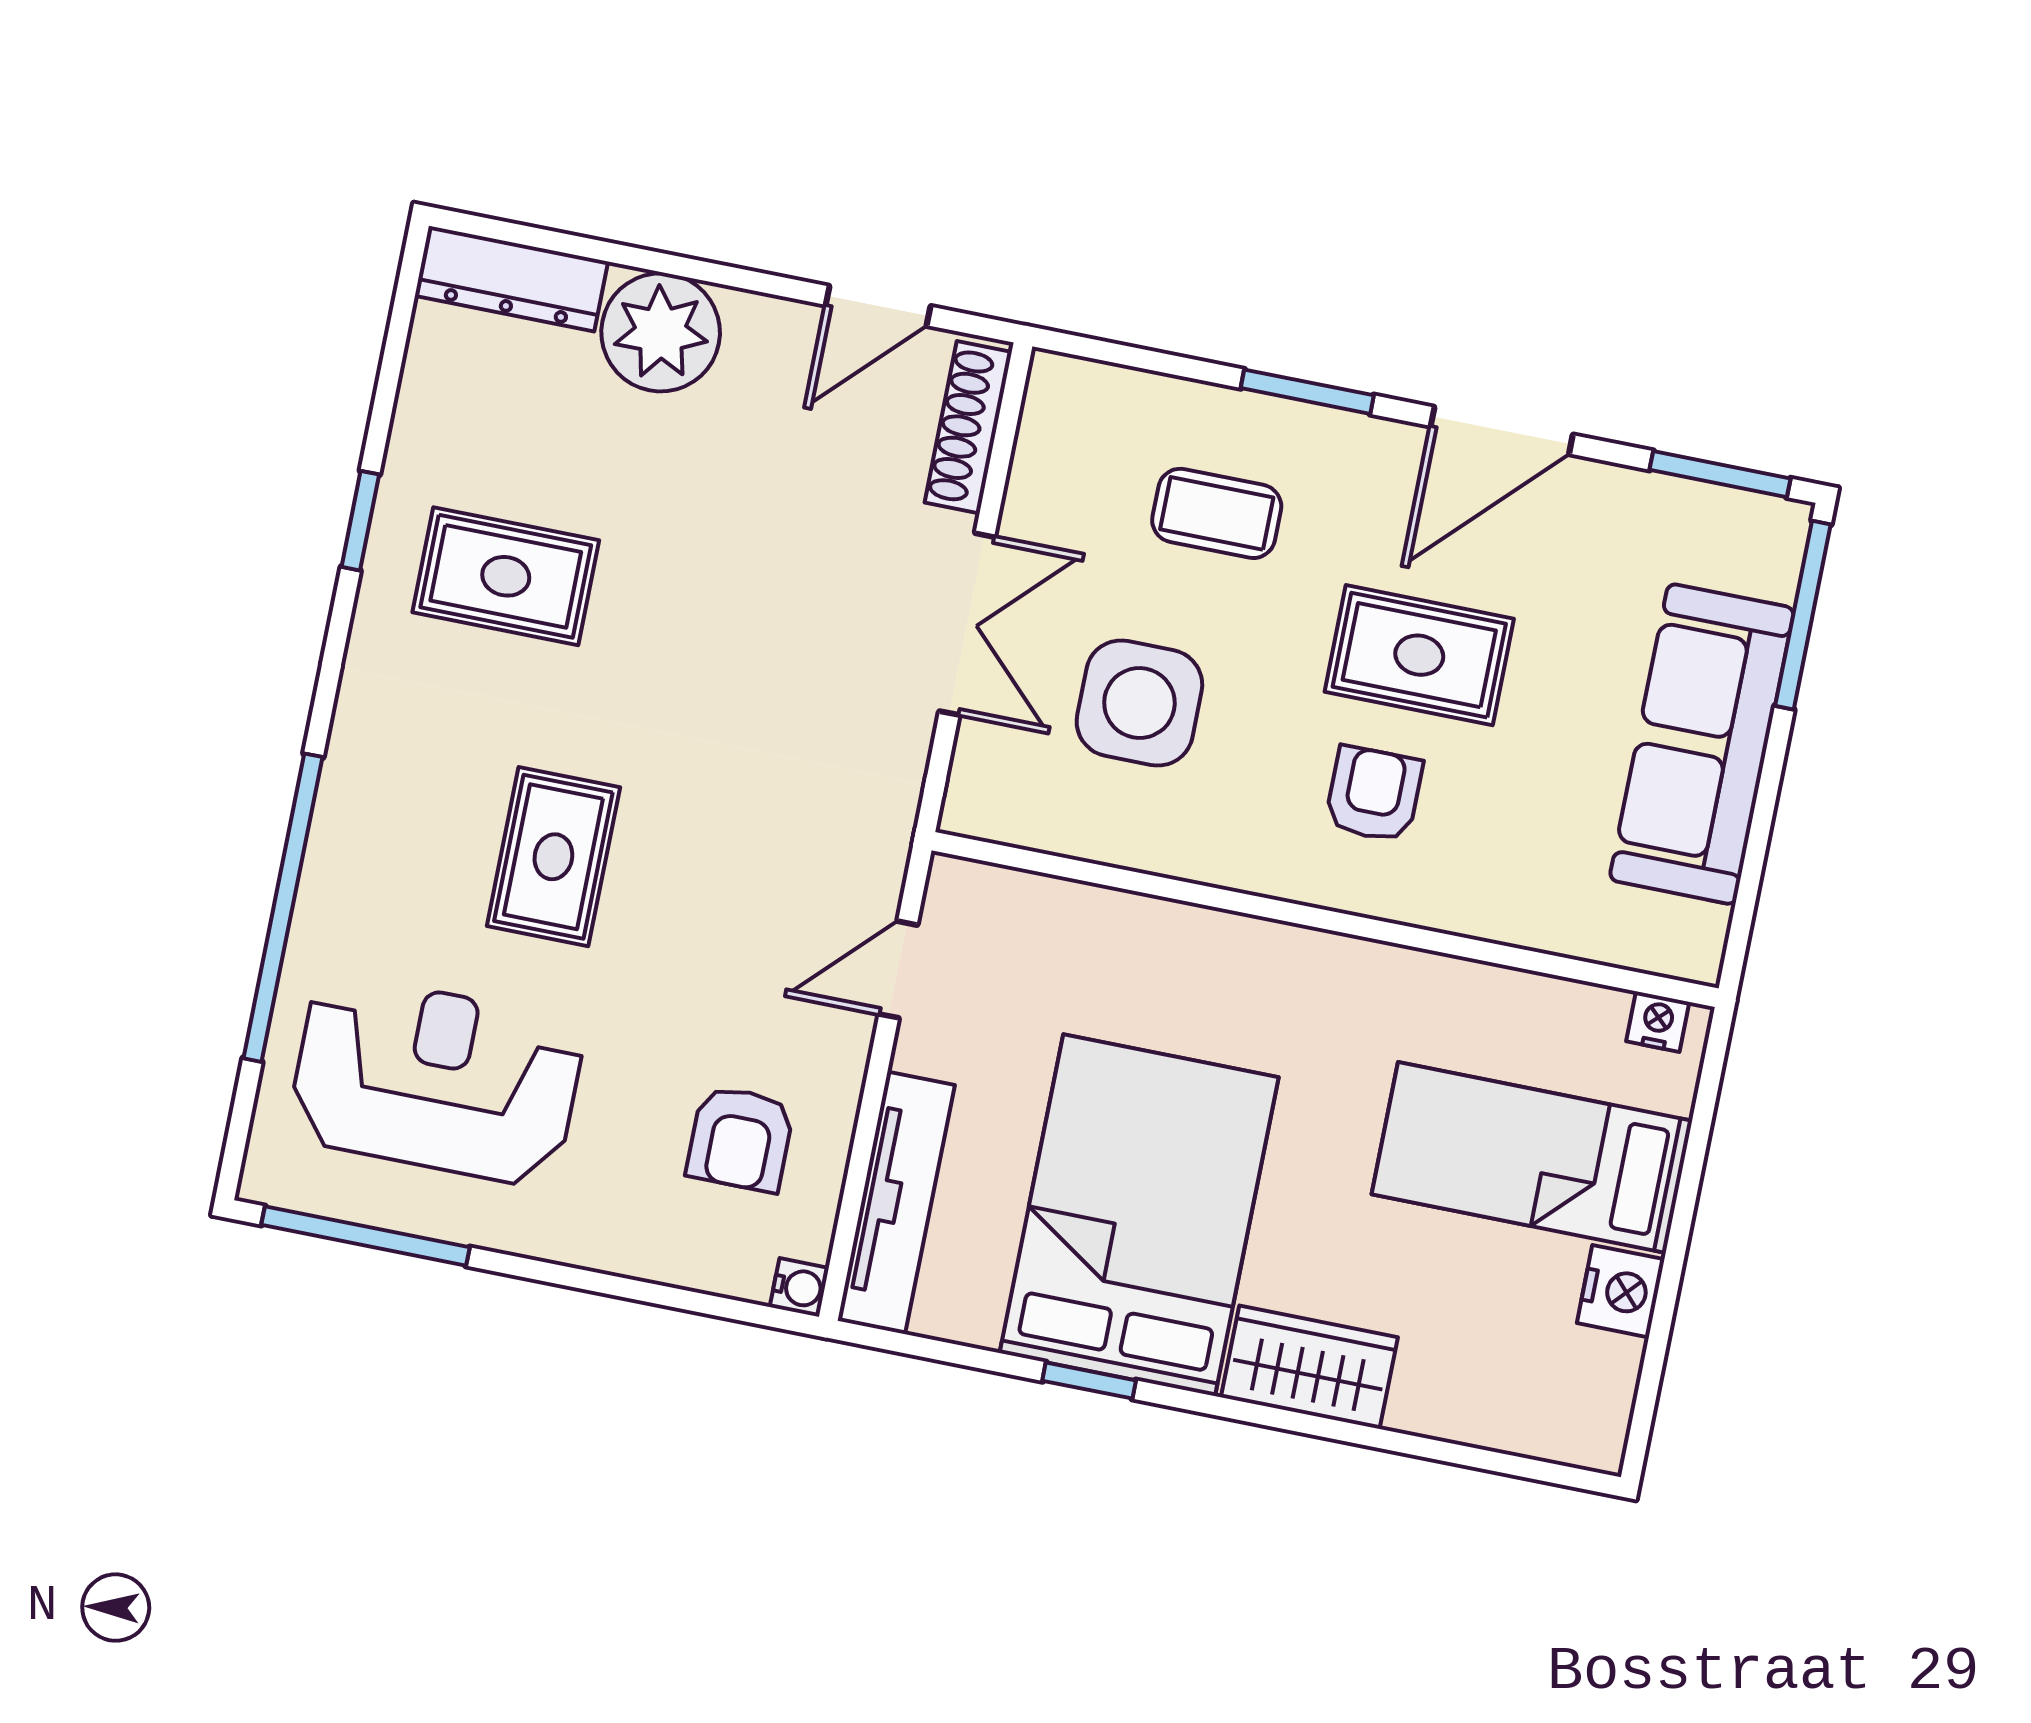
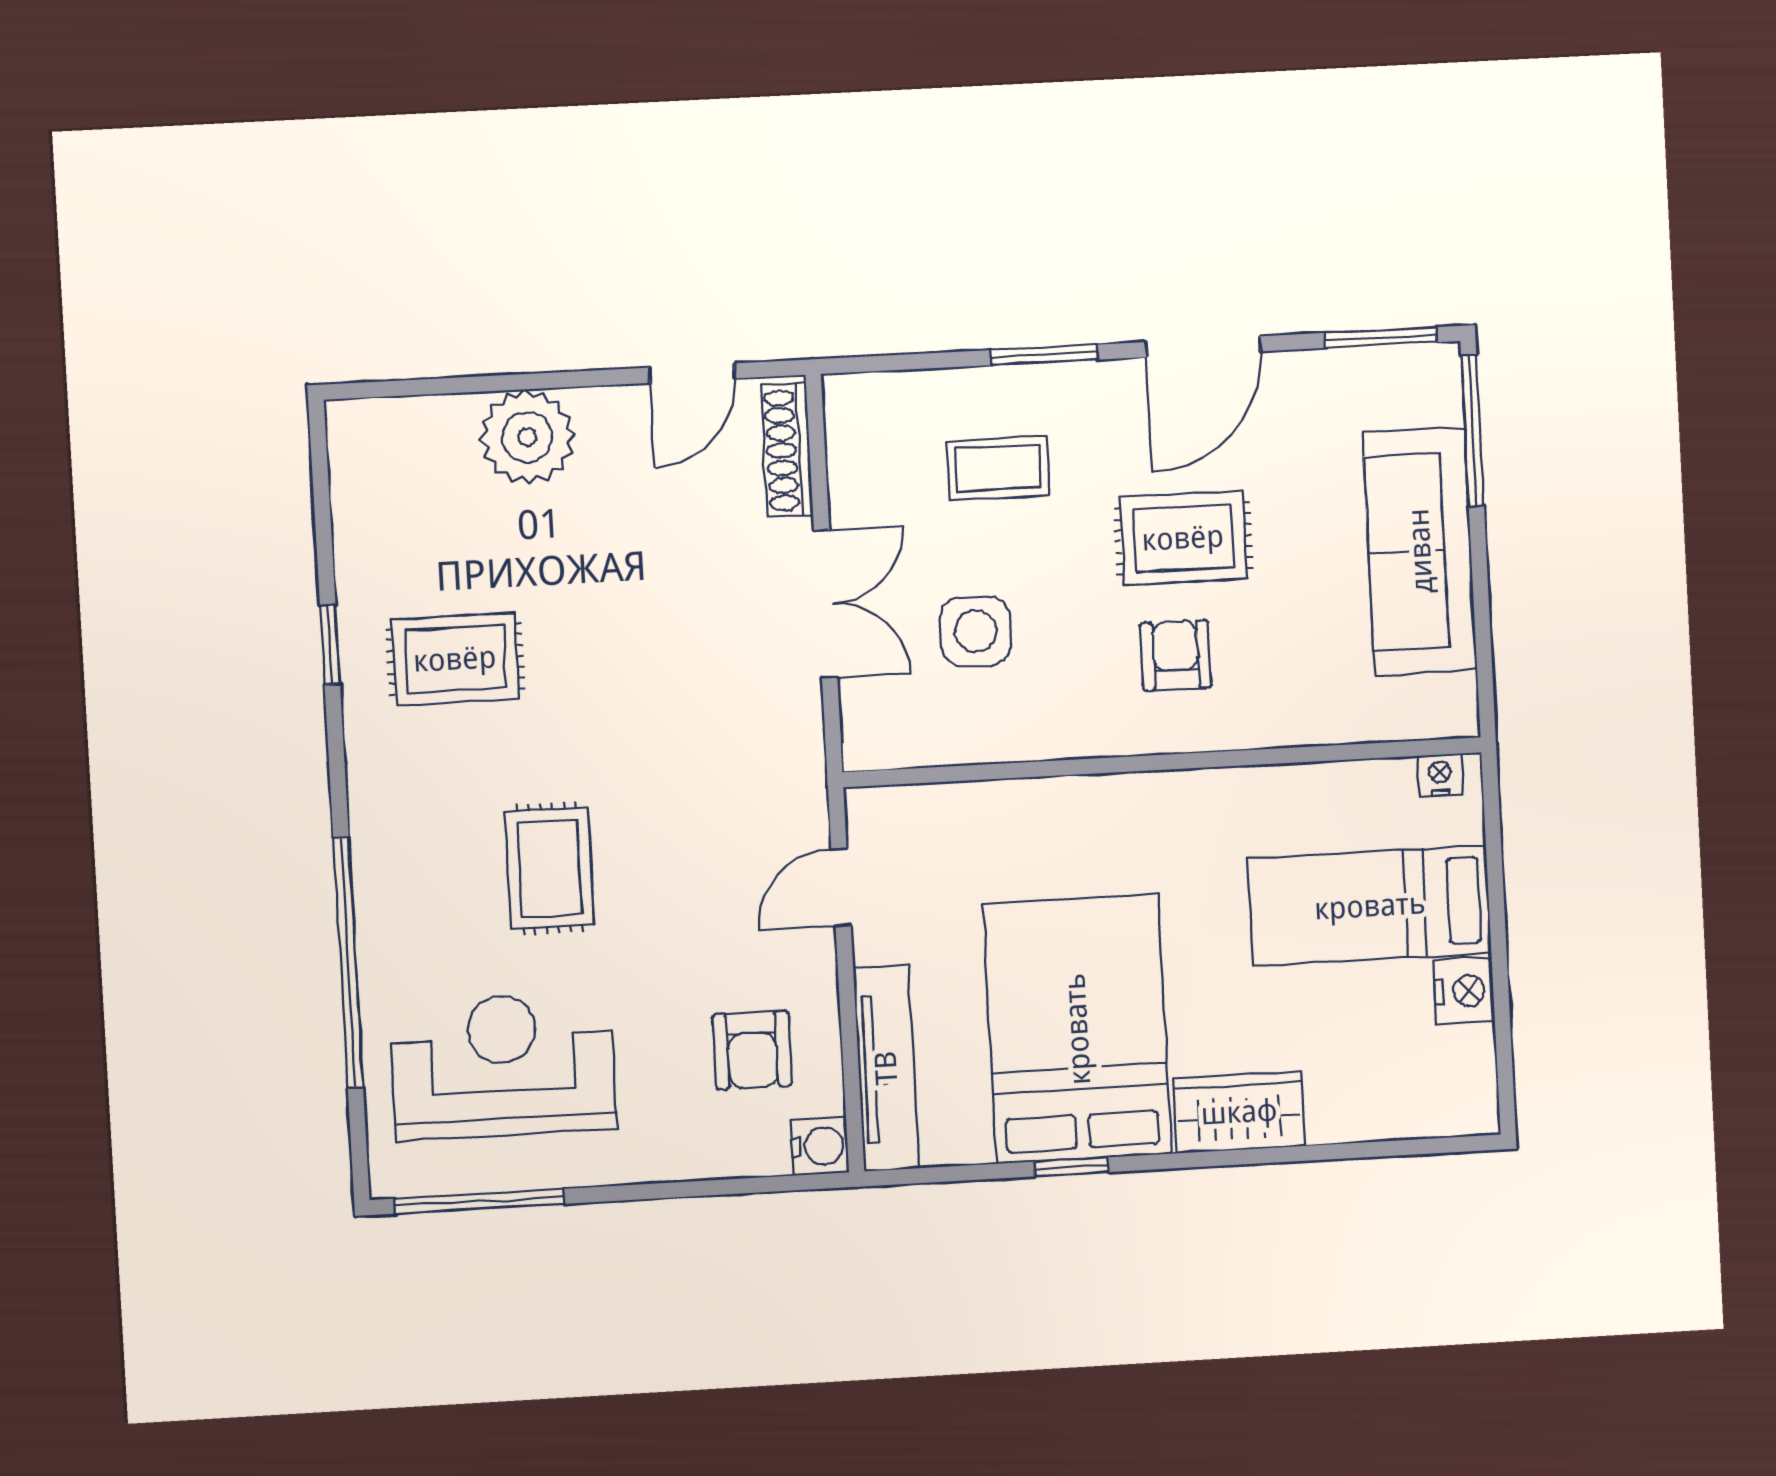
dresser: (511, 279) -> (399, 425), removed
side table: (1139, 703) -> (976, 631), width x0.73, depth x0.73
water cooler: (799, 1288) -> (820, 1146), width x1.38, depth x1.38

